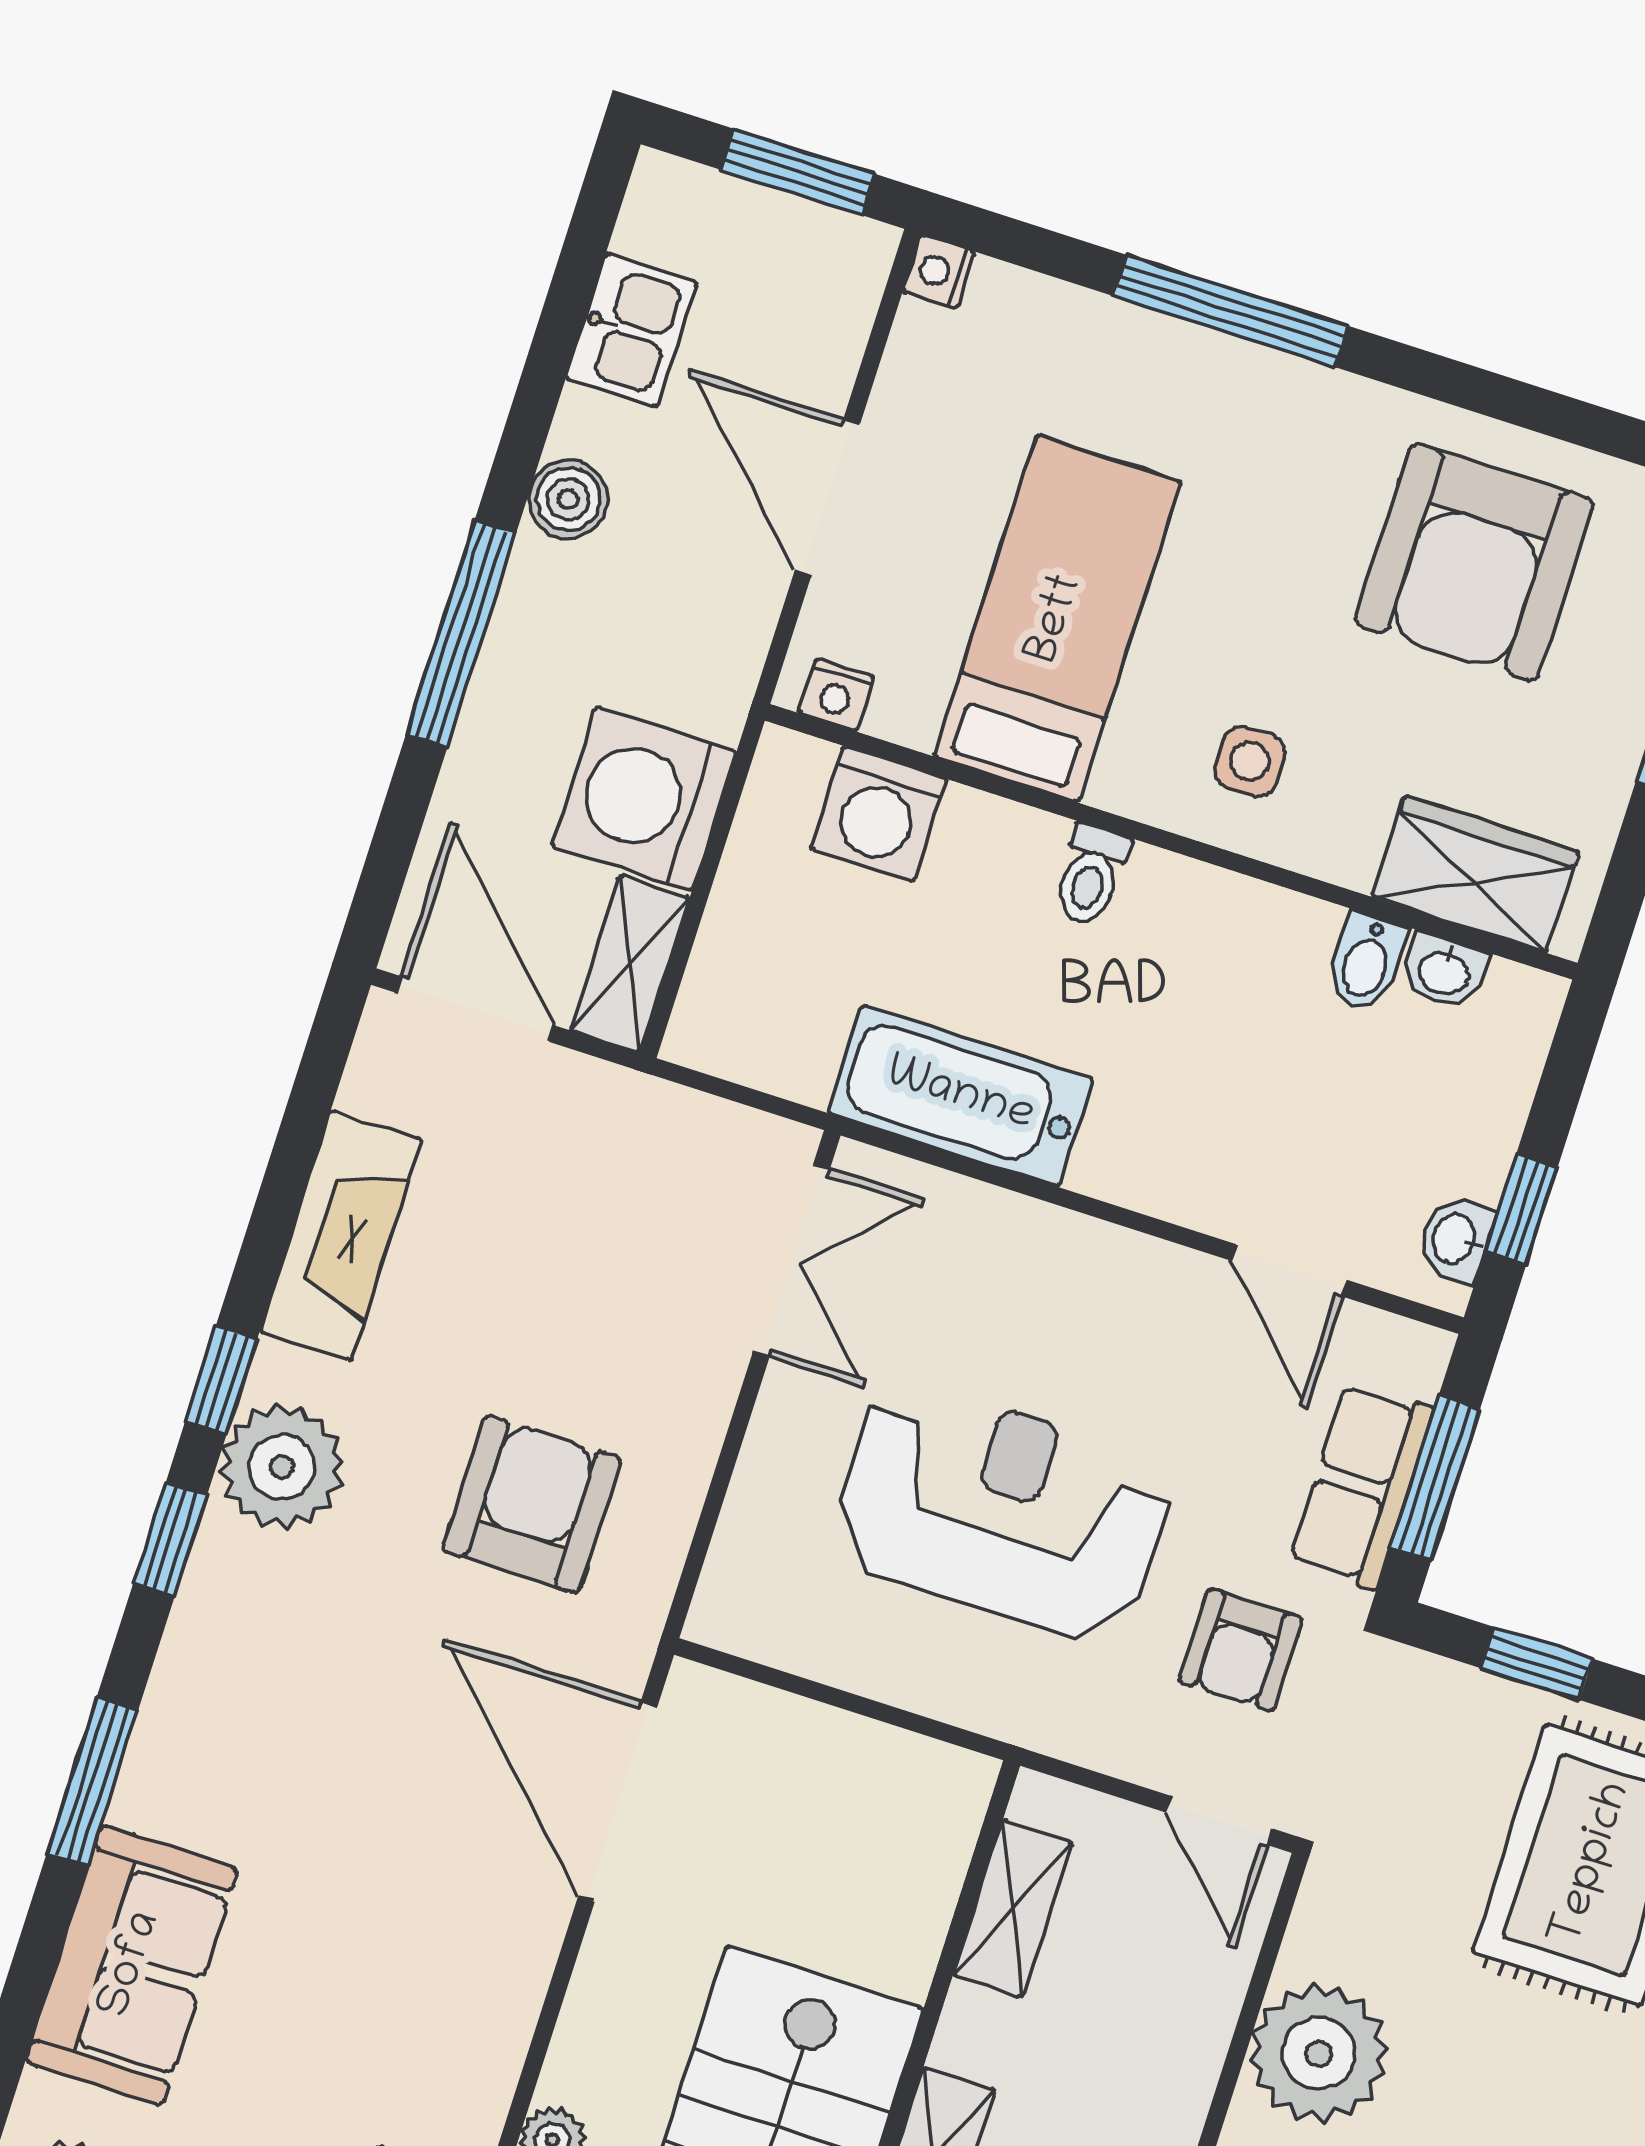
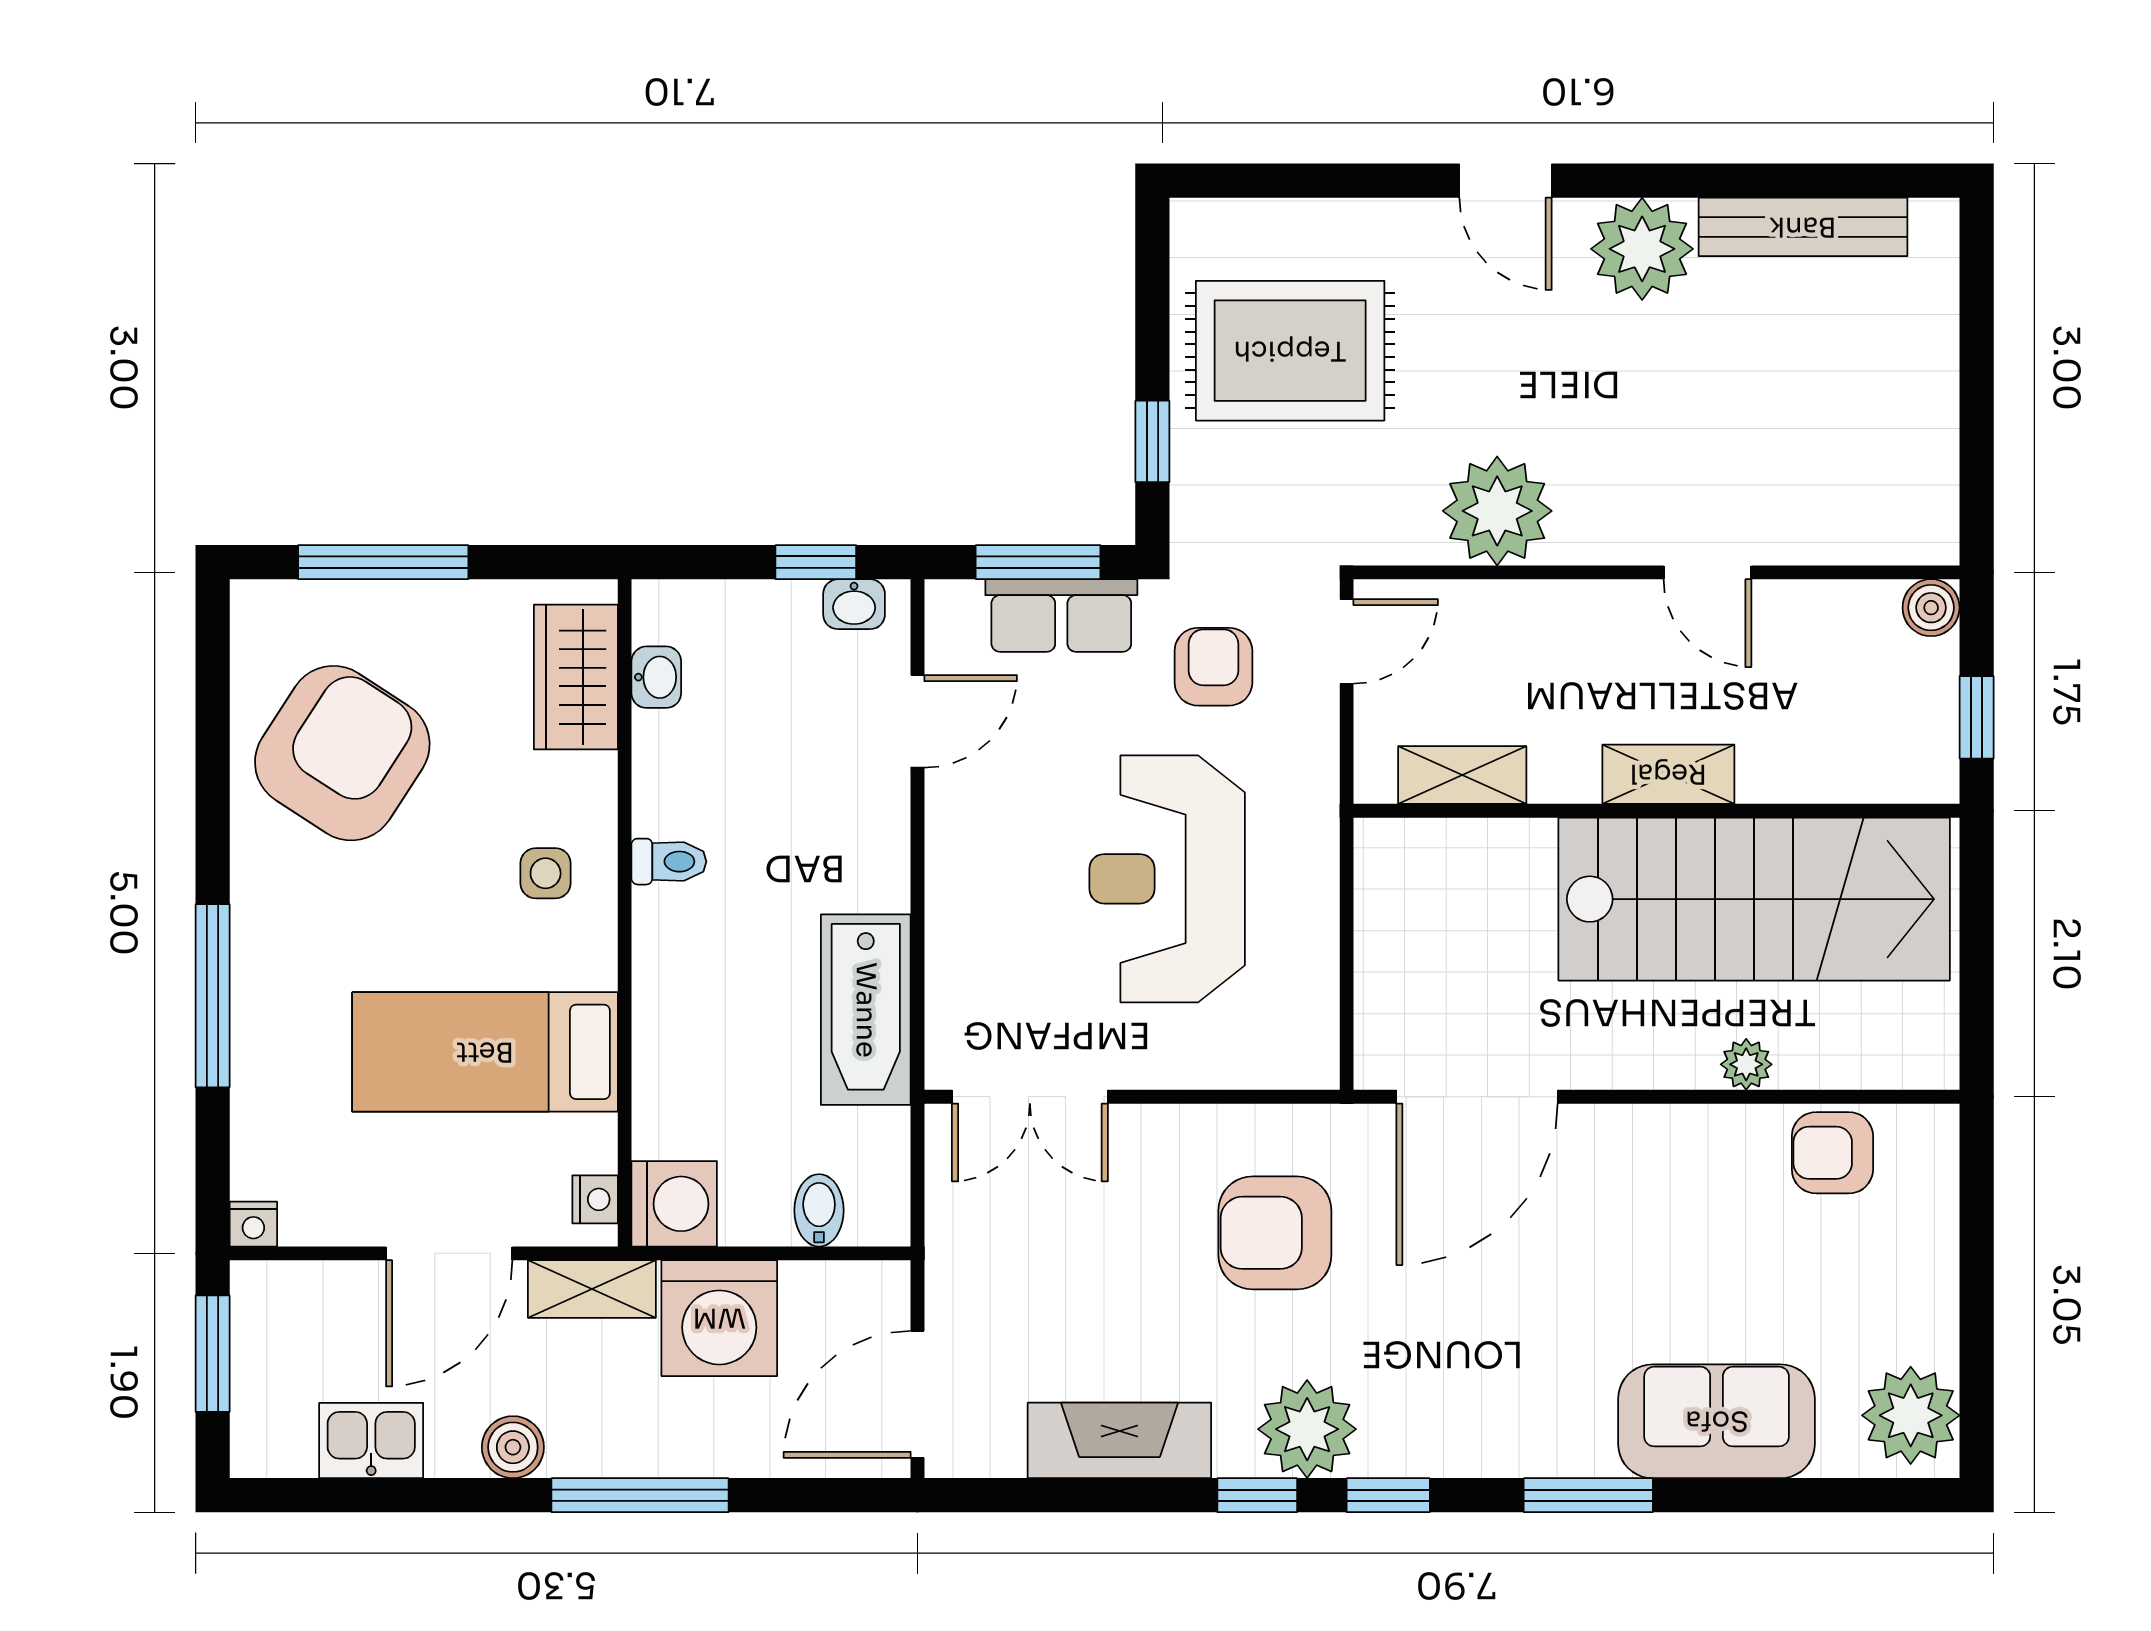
armchair: (1474, 562) -> (342, 753), turned -57
washing machine: (878, 814) -> (674, 1204), moved
toilet: (1091, 875) -> (669, 862), moved
bidet: (1366, 962) -> (819, 1210), moved, turned -90
shelving: (630, 964) -> (592, 1289), moved
double door: (791, 1261) -> (1030, 1097), swing flipped
armchair: (1240, 1650) -> (1213, 667), turned -90

